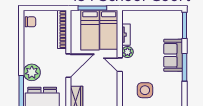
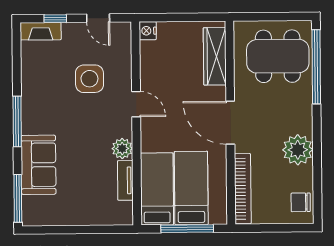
sofa: (173, 55) -> (39, 165), moved
door: (120, 65) -> (136, 104), moved
door: (68, 66) -> (230, 123), hinge flipped
plant: (32, 72) -> (298, 150), moved

